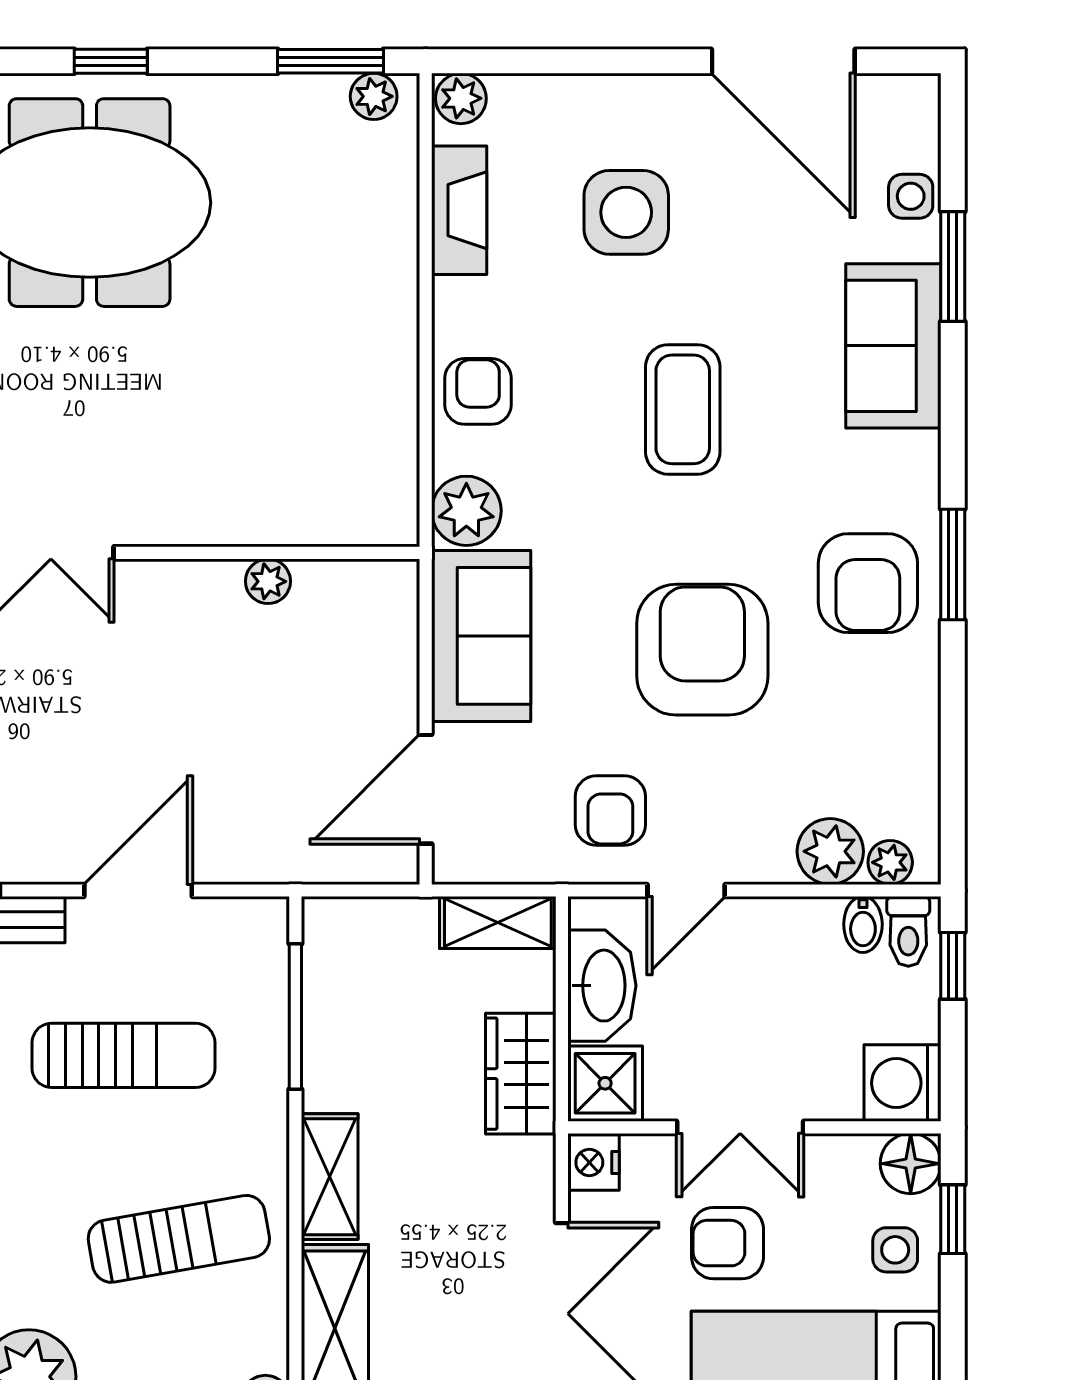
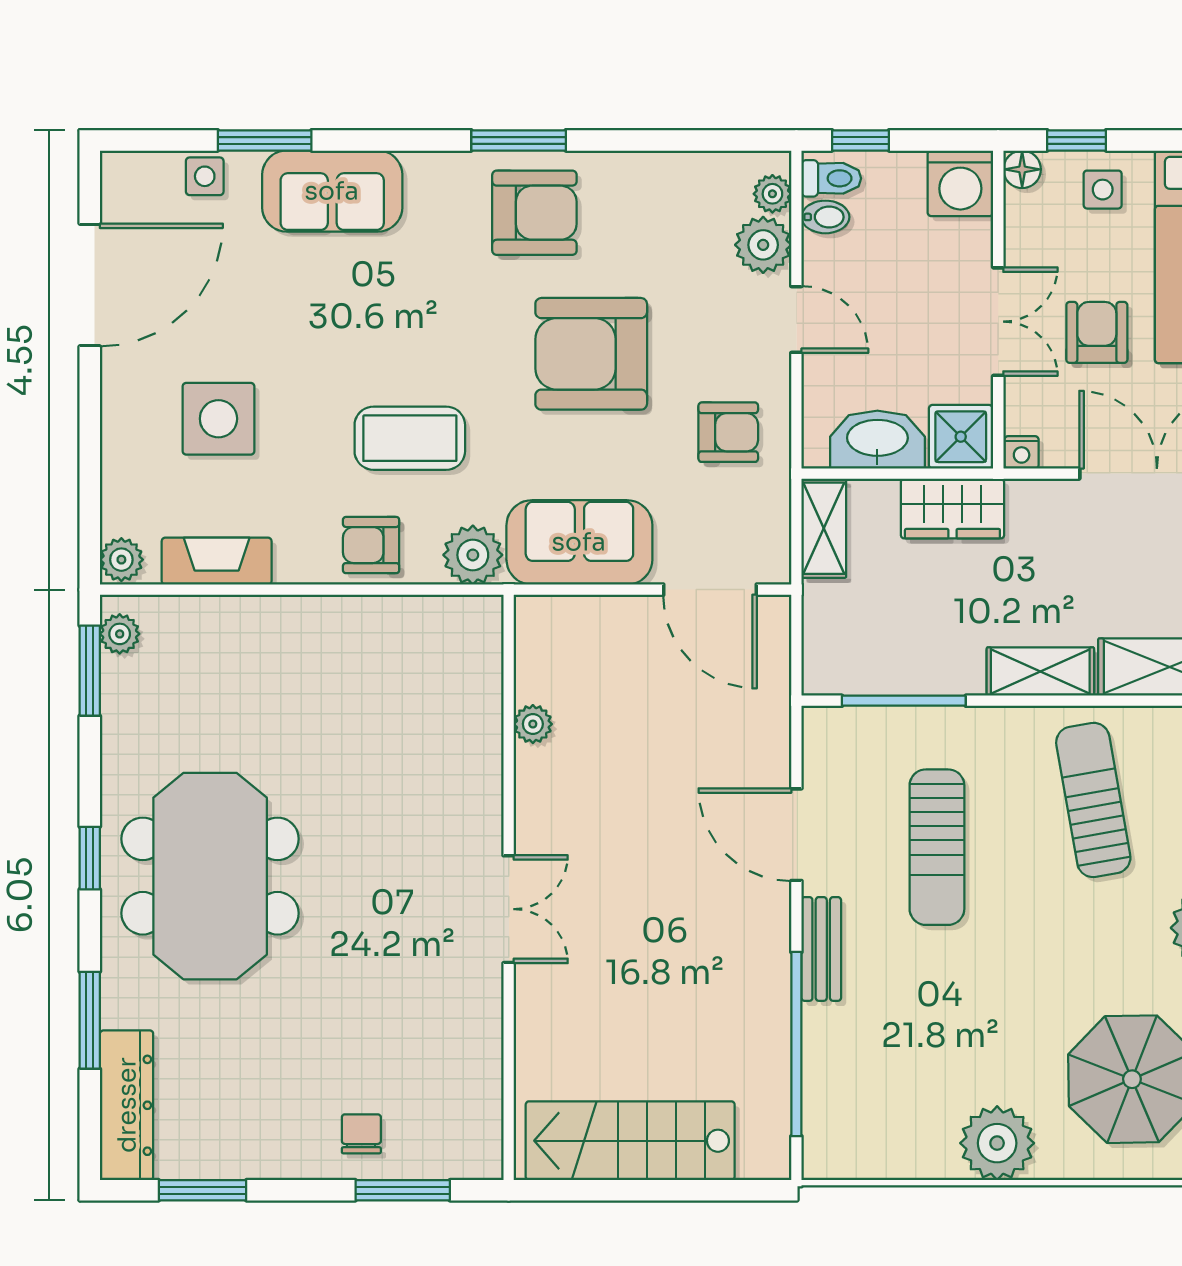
coffee table: (683, 409) -> (410, 438), moved
door: (686, 890) -> (796, 320), moved
sun lounger: (124, 1055) -> (937, 847), turned 180
nightstand: (593, 1162) -> (1022, 452), width x0.72, depth x0.74
floor lamp: (911, 1164) -> (1022, 169), width x0.73, depth x0.73
armchair: (728, 1243) -> (1097, 332), turned 180

